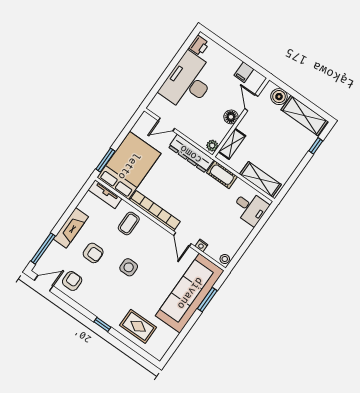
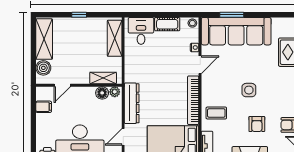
floor lamp: (231, 117) -> (102, 93), moved
door: (166, 125) -> (123, 137), swing flipped
window: (316, 146) -> (79, 15), moved
cot: (222, 175) -> (167, 24), moved, turned 90
armchair: (93, 253) -> (257, 124), turned 180

